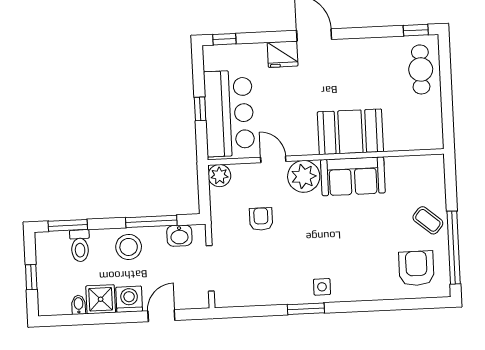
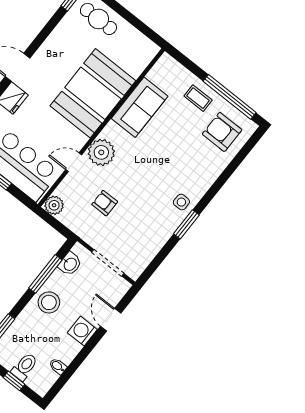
booth: (350, 132) -> (93, 93), width x1.36, depth x1.42
sofa: (353, 176) -> (140, 107), moved
coffee table: (428, 220) -> (198, 98), turned 50
toilet: (80, 246) -> (24, 367), moved, turned -90
shower: (101, 299) -> (67, 349), removed

